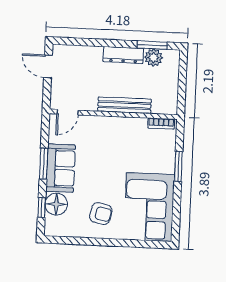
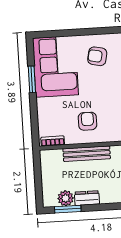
dresser: (123, 55) -> (87, 198), width x0.70
armchair: (120, 142) -> (87, 121), added
window: (178, 166) -> (32, 79), moved

